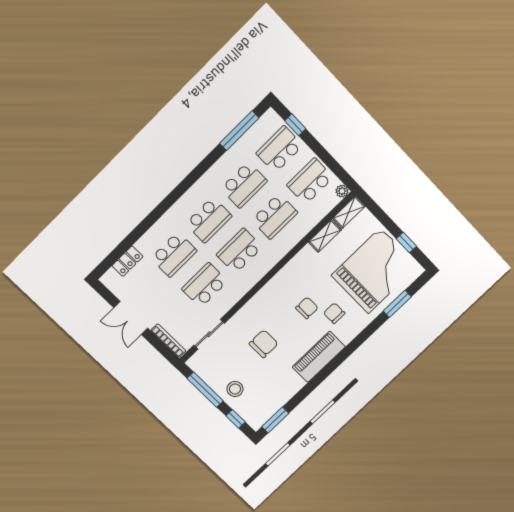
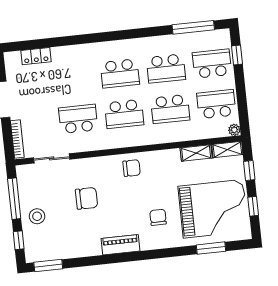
window: (381, 215) -> (249, 170), added
school desk: (239, 251) -> (124, 114), turned 180
school desk: (174, 255) -> (74, 78), removed
chair: (307, 308) -> (132, 168), moved
piano: (319, 357) -> (120, 245), width x0.73, depth x0.75

